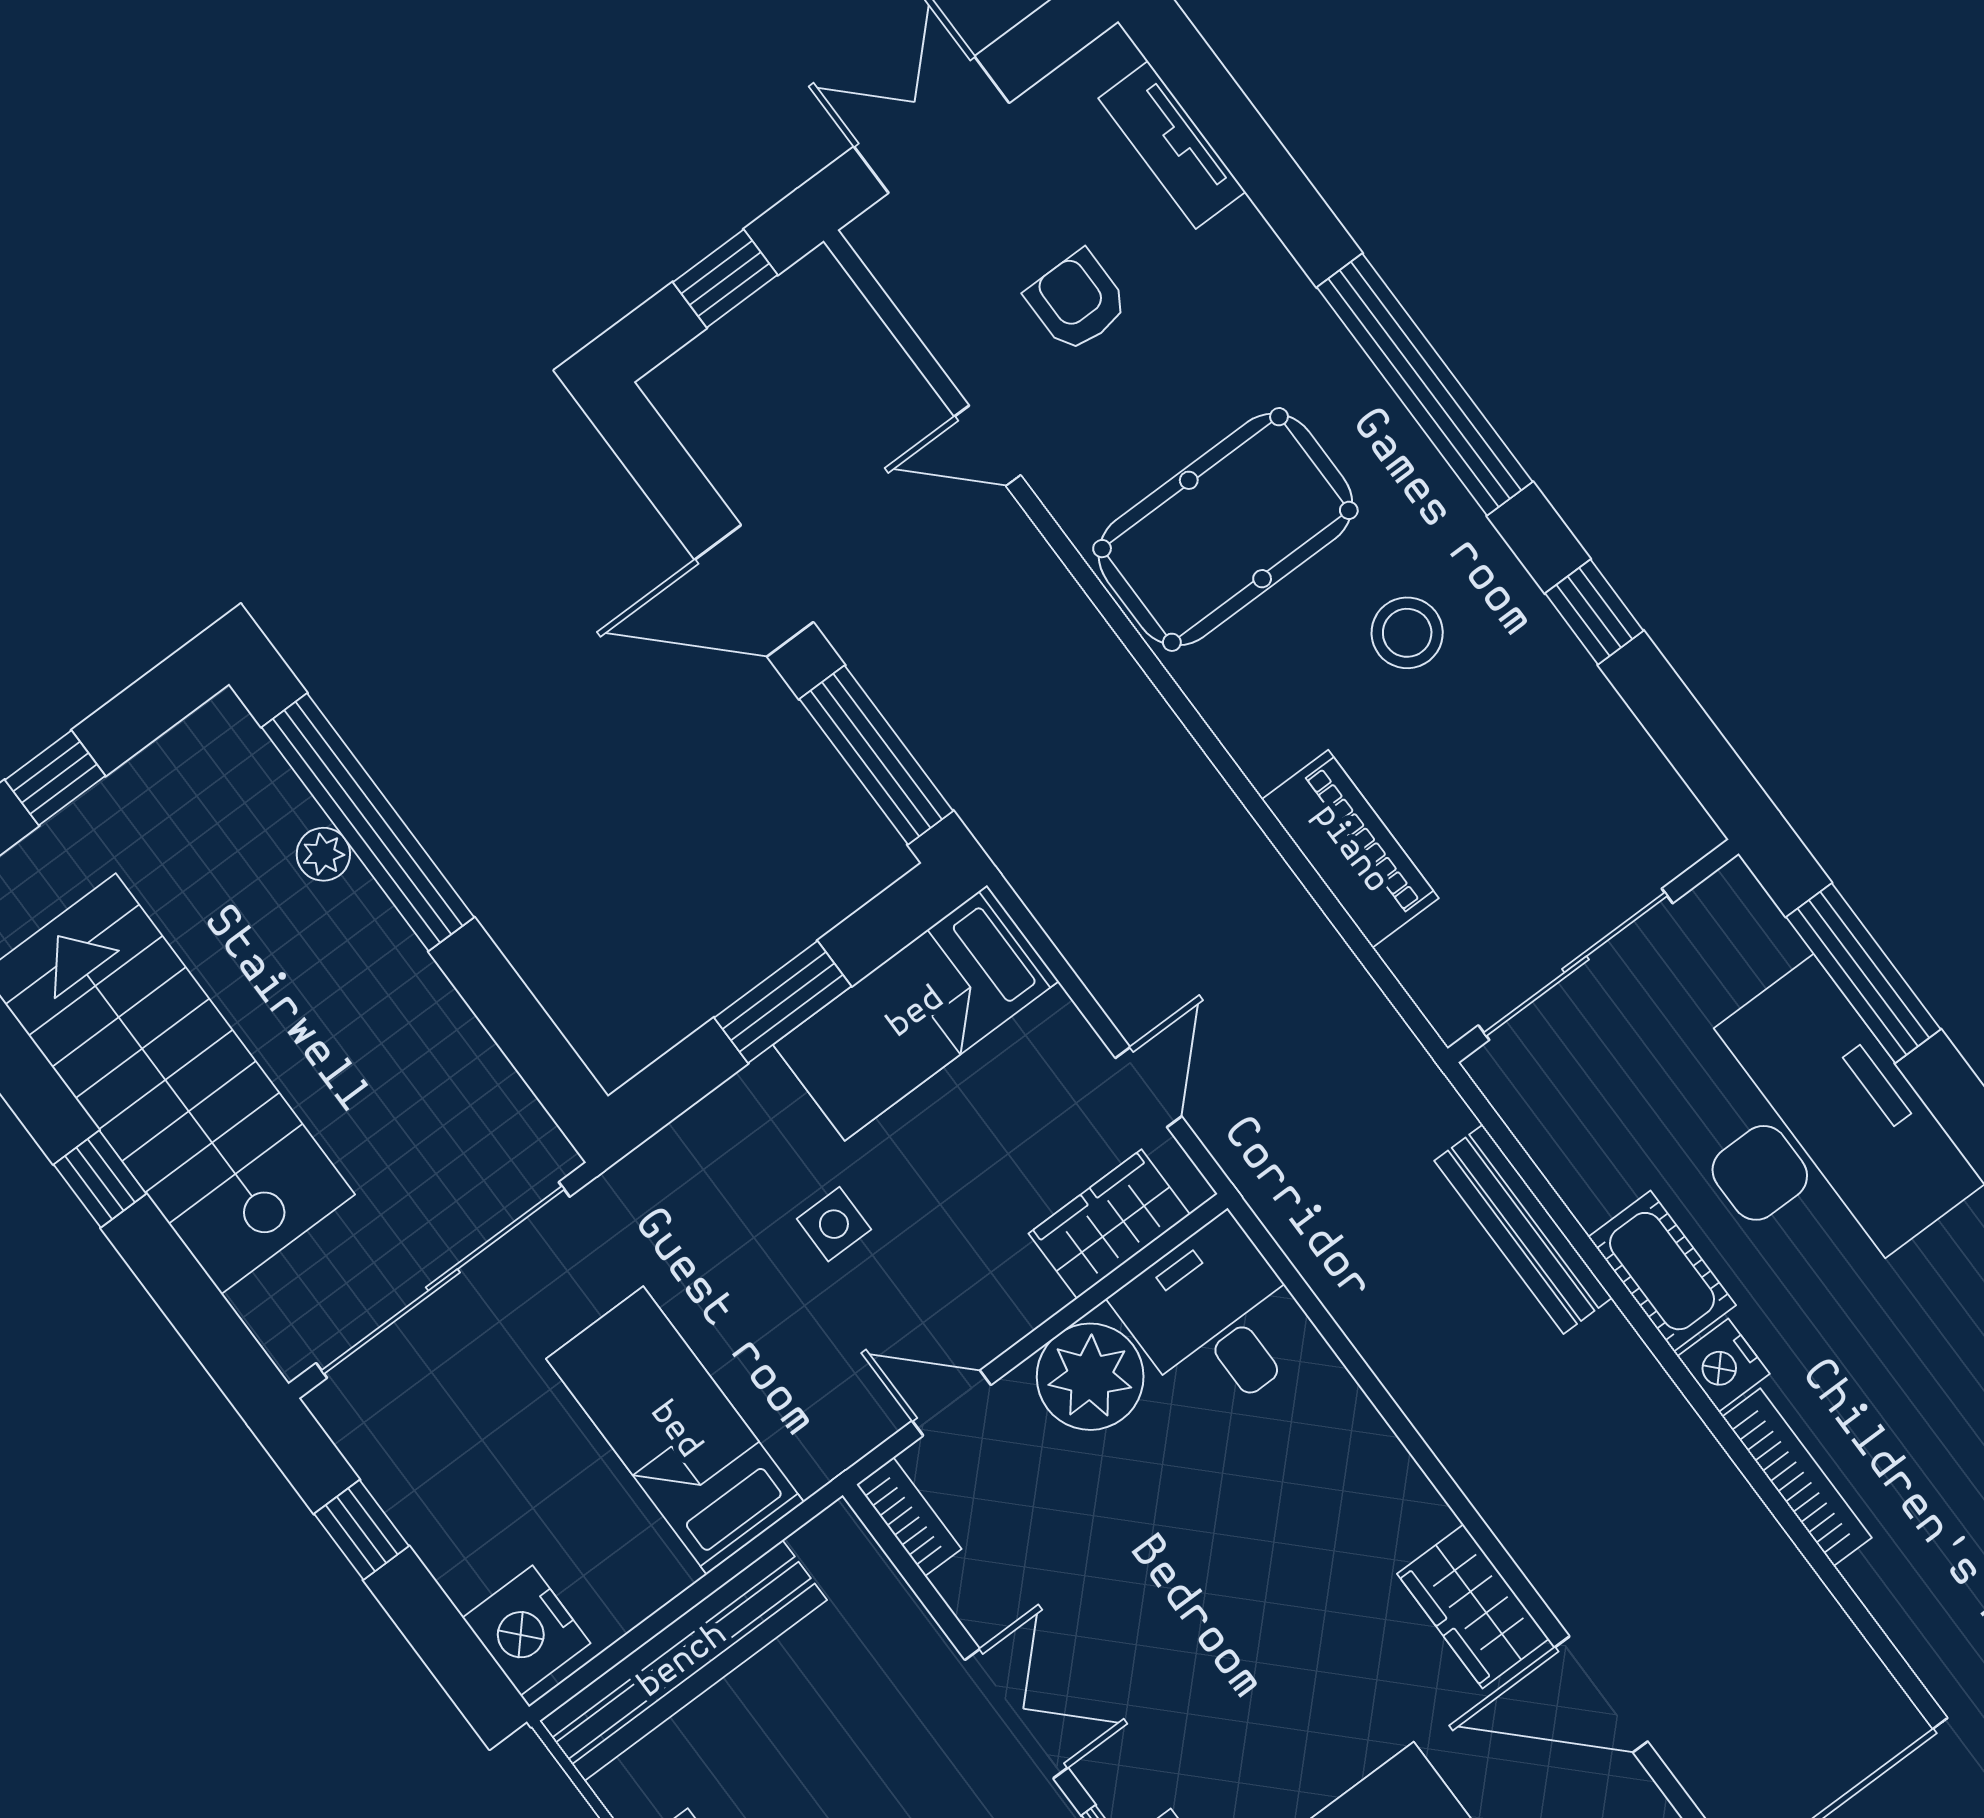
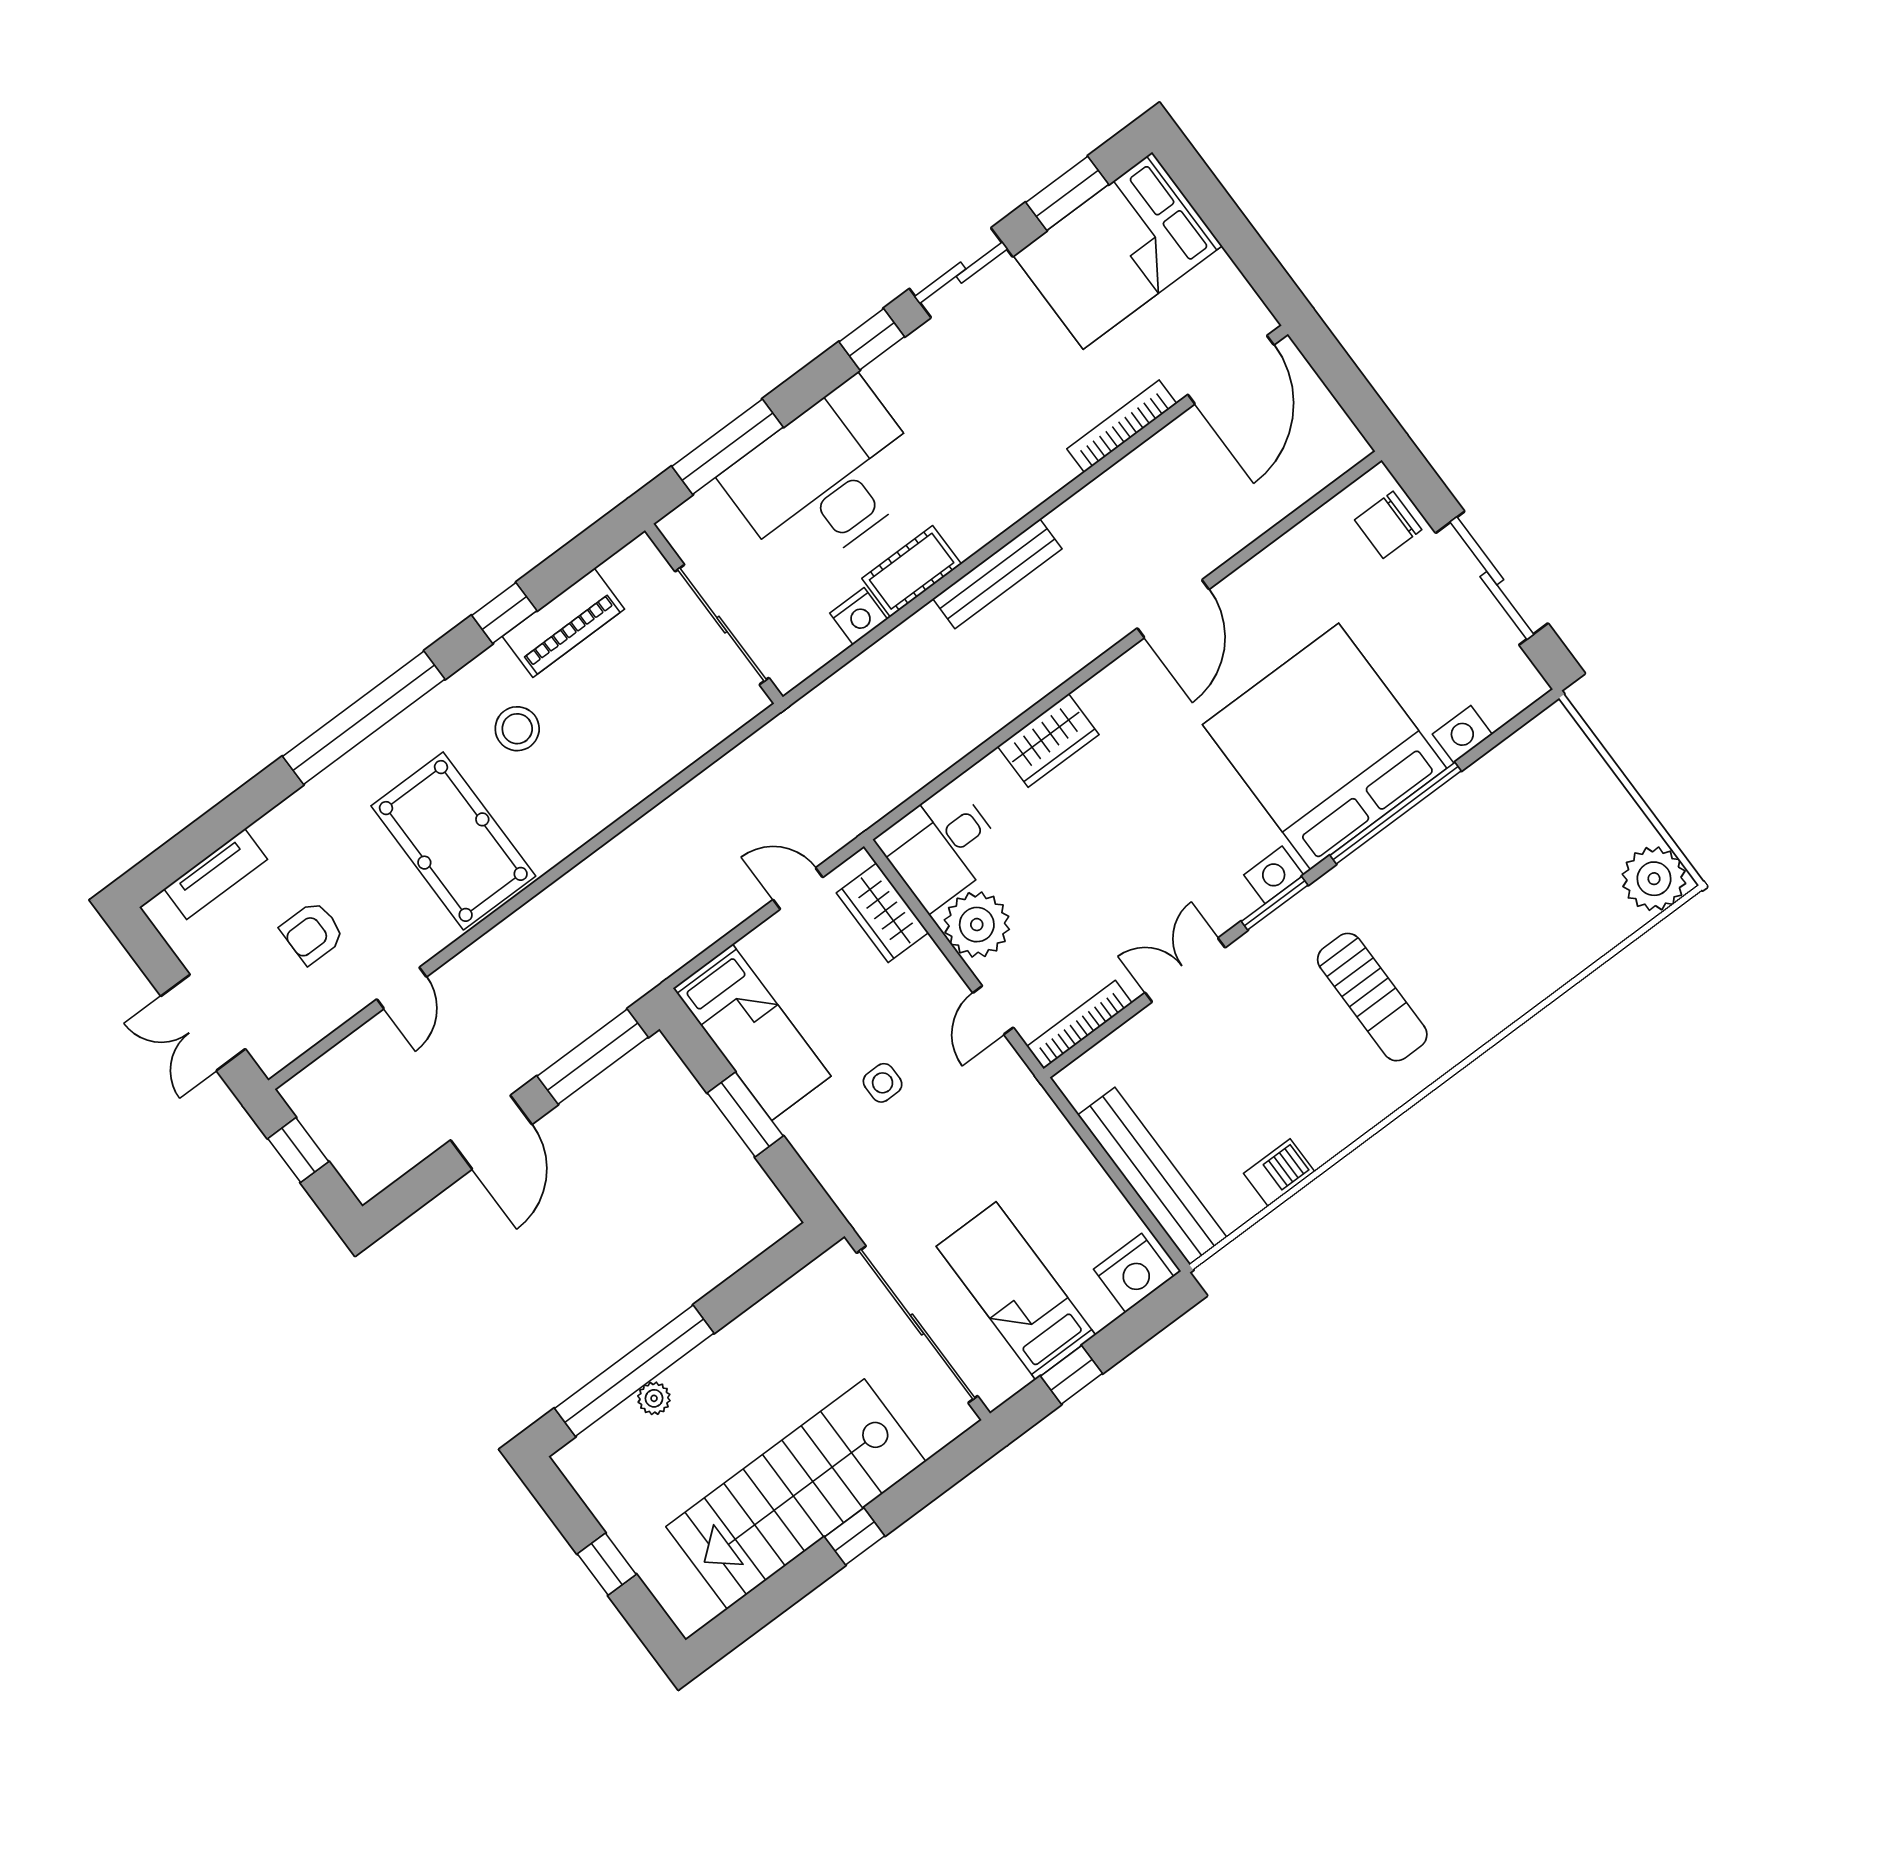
piano: (1350, 849) -> (563, 623), moved, turned 180
bench: (1523, 1229) -> (997, 574), moved
nightstand: (1723, 1365) -> (859, 616), moved
bed: (675, 1430) -> (1016, 1291), moved, turned 90
bookcase: (1797, 1477) -> (1122, 426), moved
bookcase: (909, 1517) -> (1079, 1025), width x1.56
wardrobe: (1473, 1606) -> (1048, 740), moved

